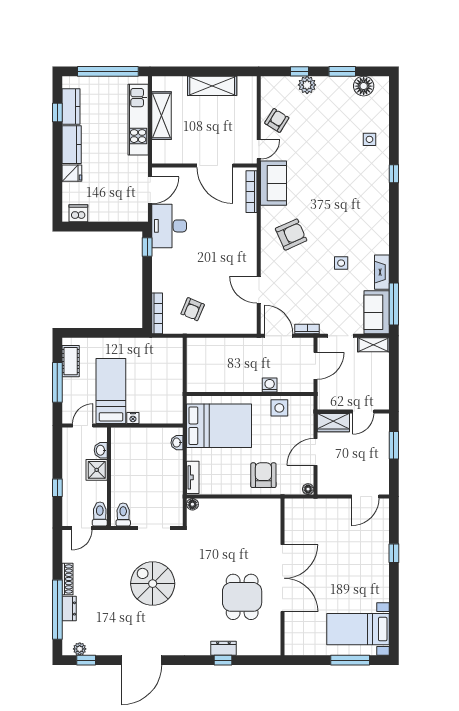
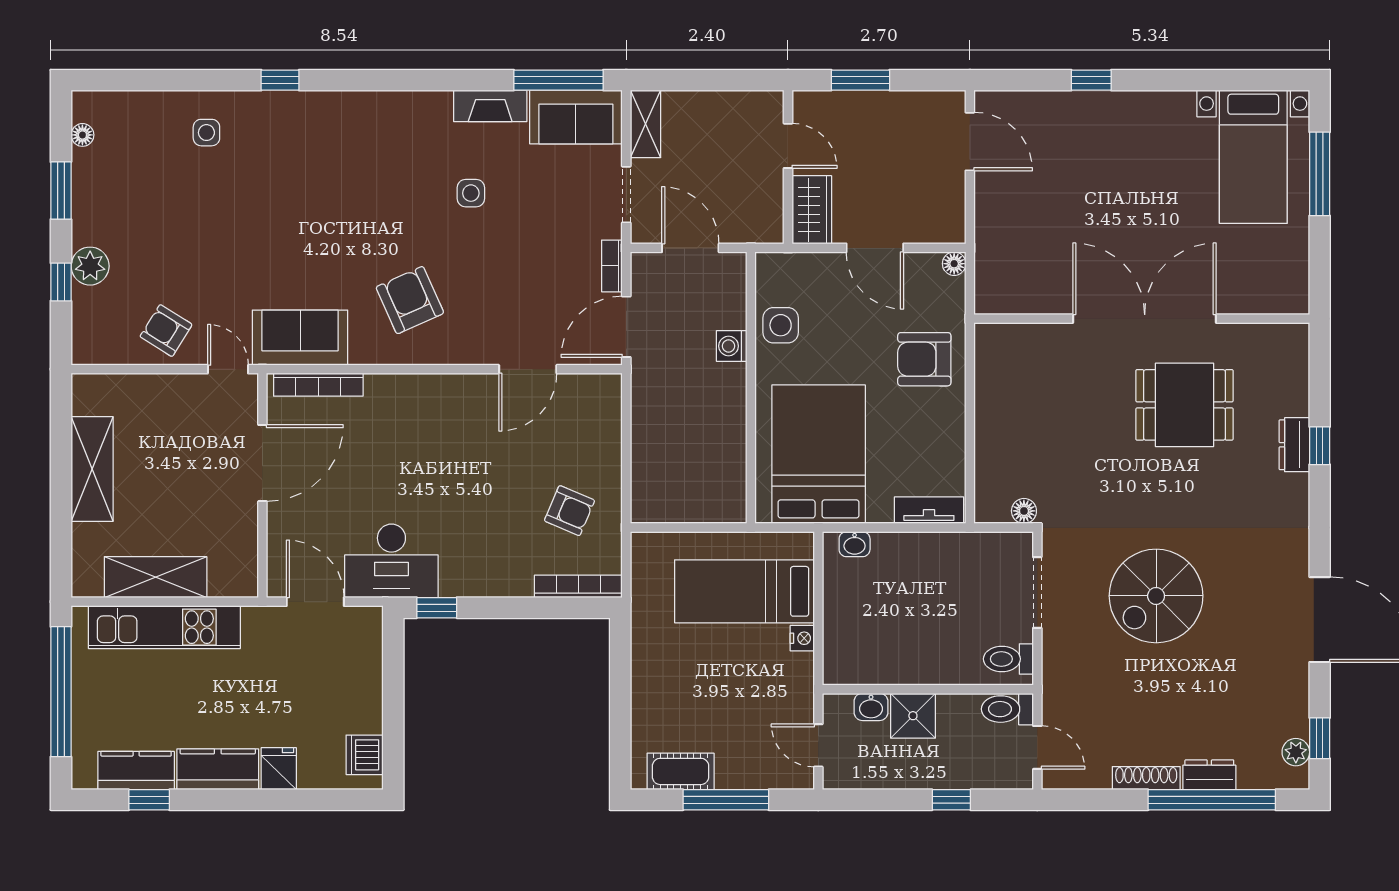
floor lamp: (364, 86) -> (82, 135), width x0.53, depth x0.53
bed: (111, 391) -> (744, 591), moved
floor lamp: (192, 504) -> (1024, 511), moved

